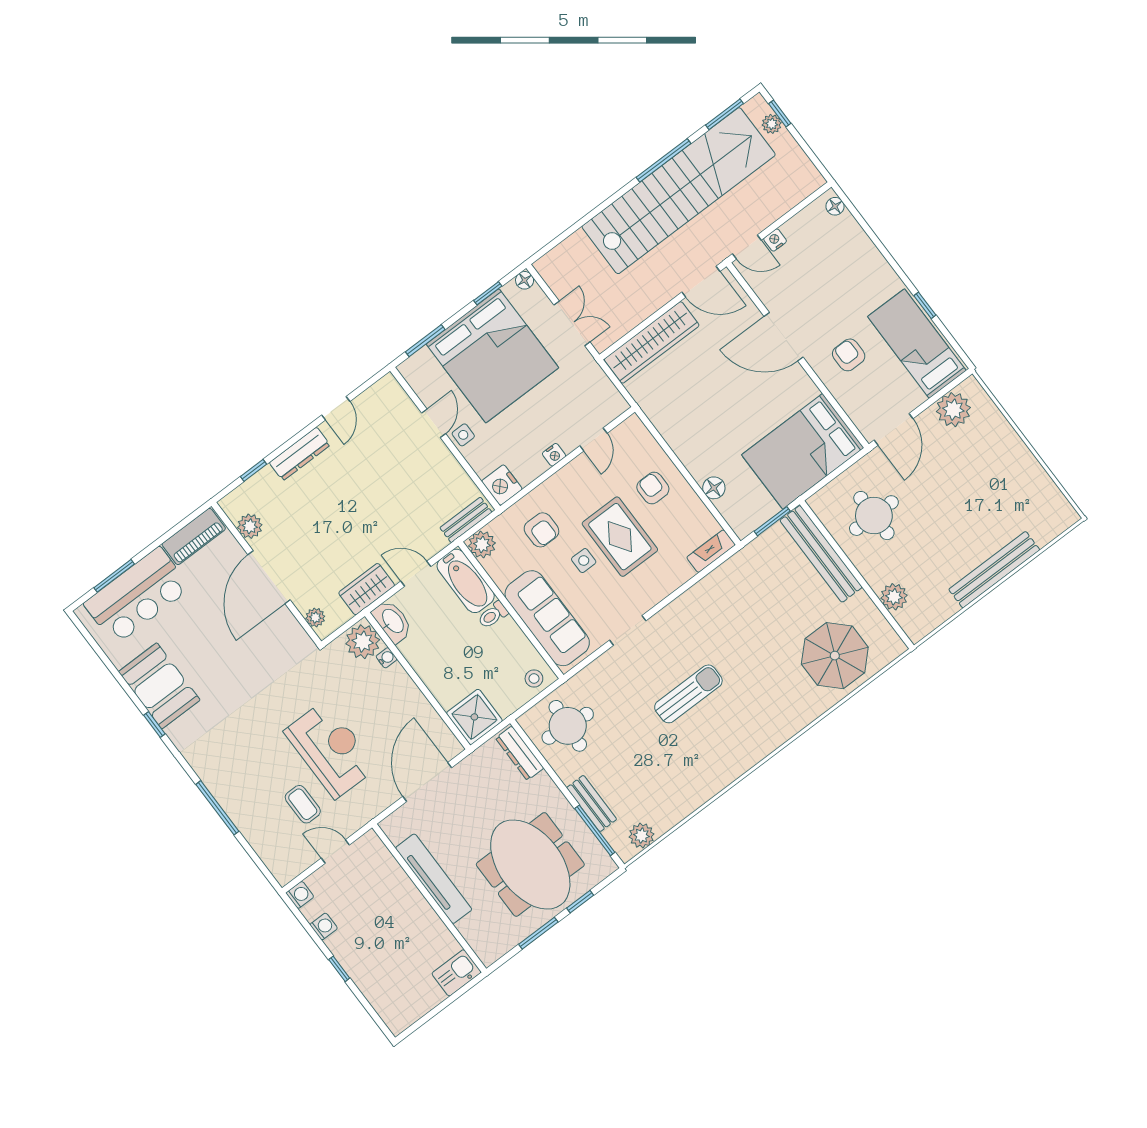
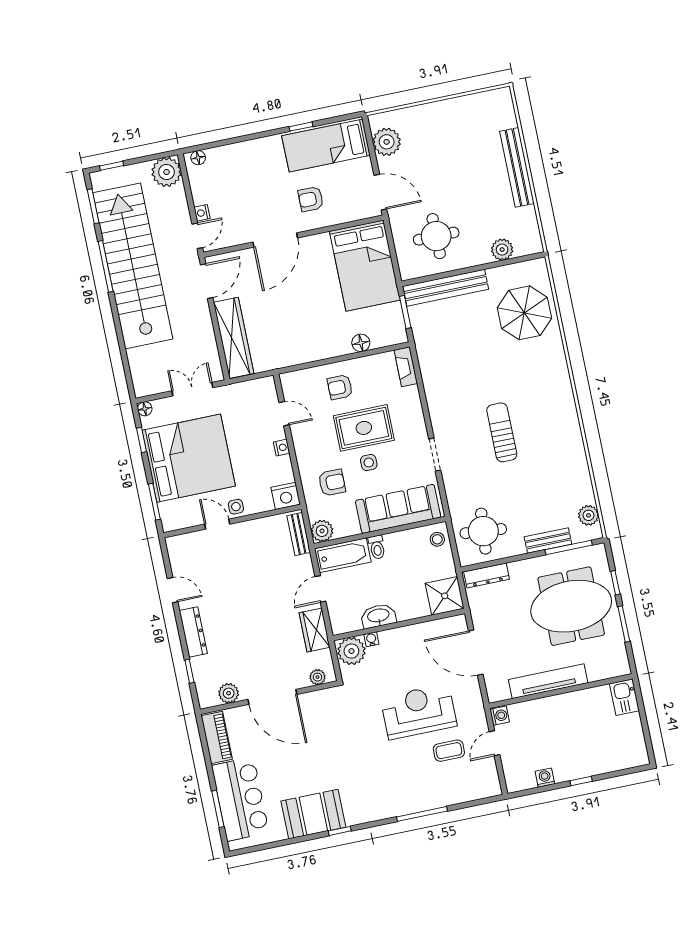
plant: (772, 124) -> (167, 172), moved, width x1.88, depth x1.88
washbasin: (392, 621) -> (378, 616), moved
washing machine: (300, 895) -> (500, 716), moved, turned 90

